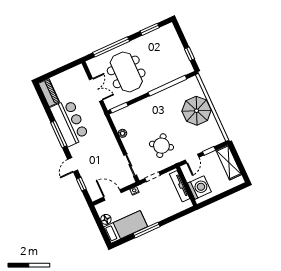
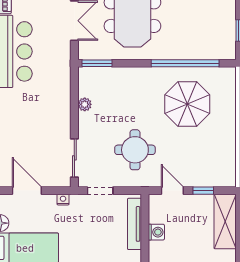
parasol: (197, 111) -> (187, 104), moved
round table: (161, 146) -> (135, 150), turned -35
door: (192, 159) -> (172, 191), swing flipped
washing machine: (199, 187) -> (156, 232), width x0.53, depth x0.53

